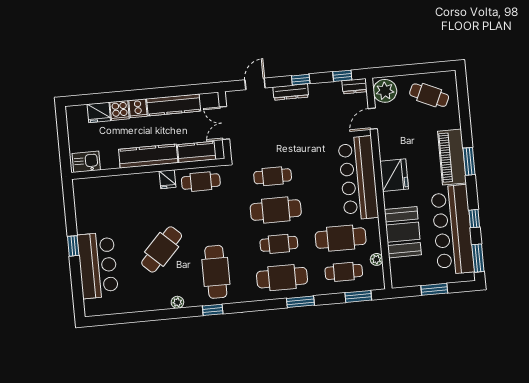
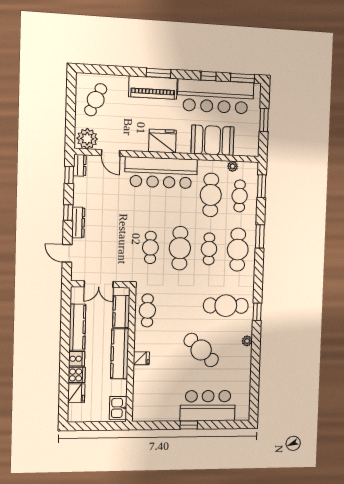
fridge: (167, 179) -> (141, 358), moved

